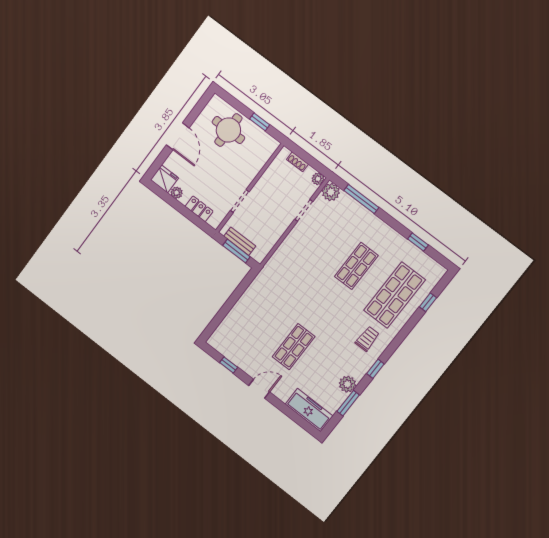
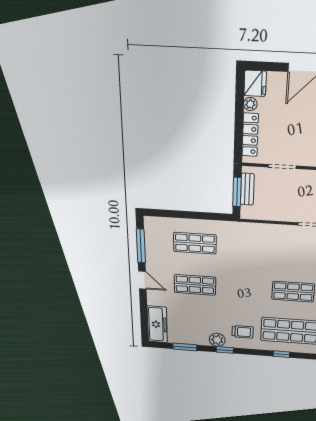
locker: (199, 209) -> (250, 135), width x1.53
window: (428, 302) -> (281, 354), moved
shop shelf: (256, 318) -> (195, 243), added
window: (229, 365) -> (141, 246), width x2.17
plant: (347, 384) -> (217, 340), moved

